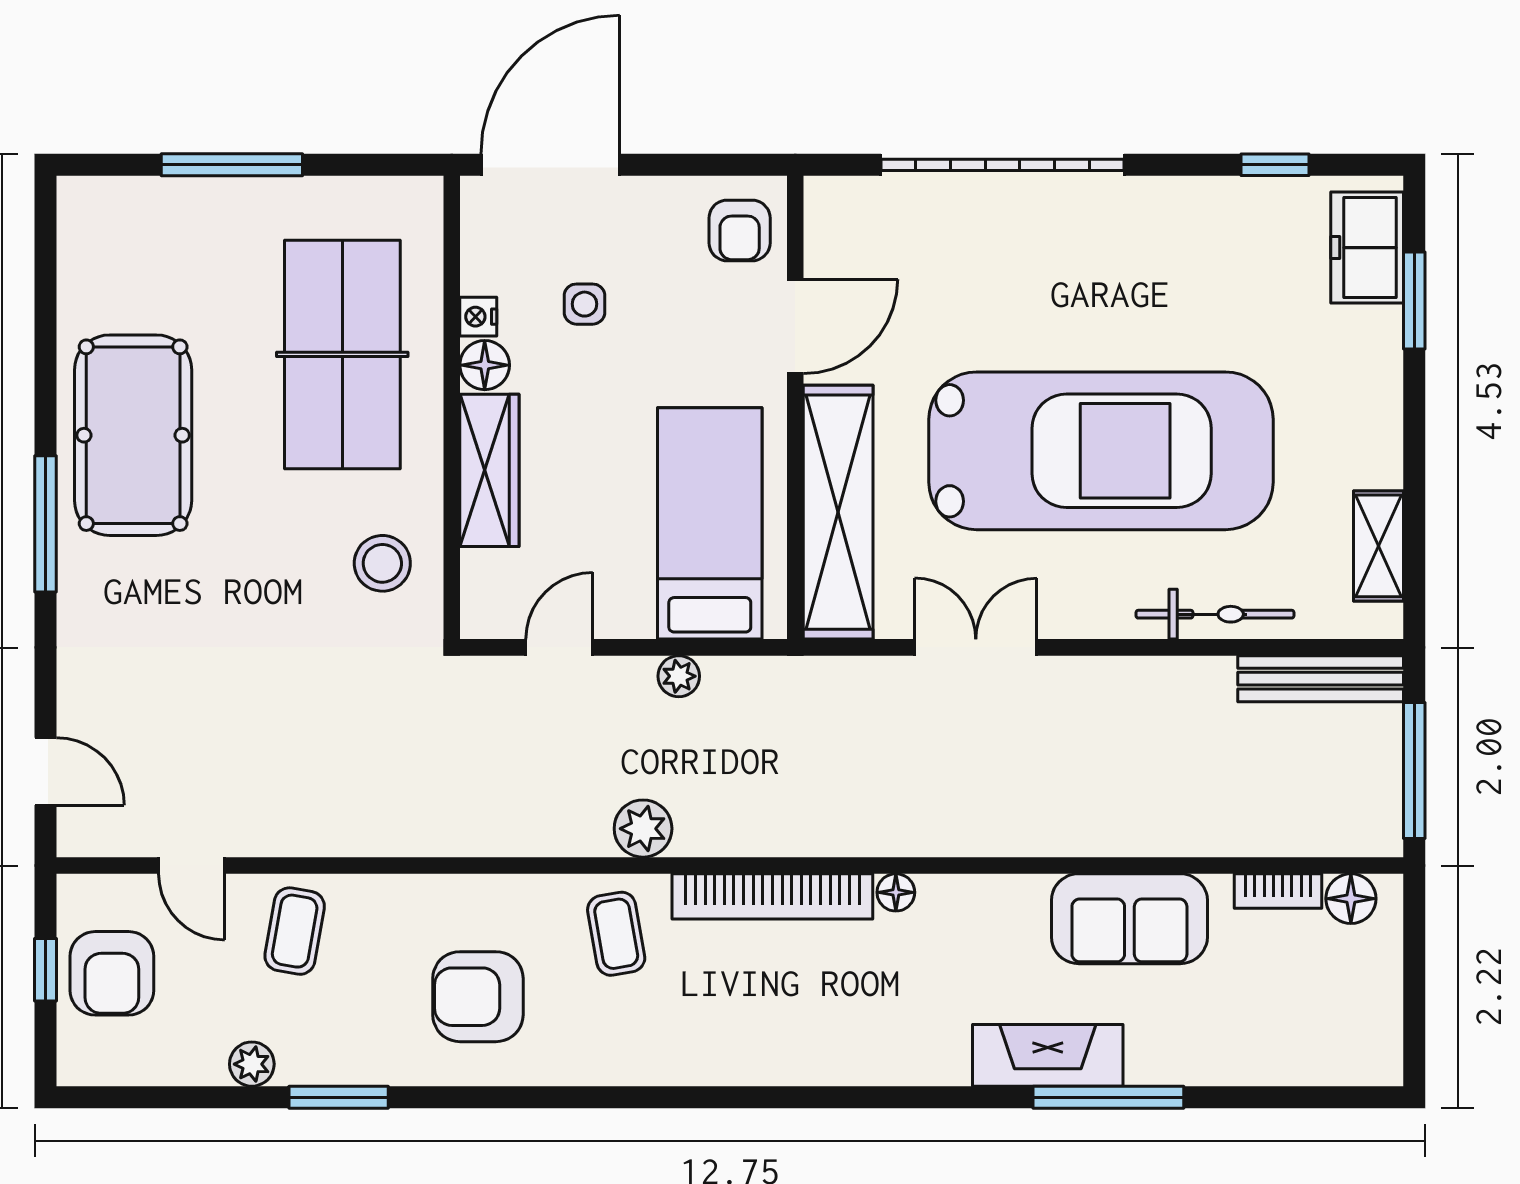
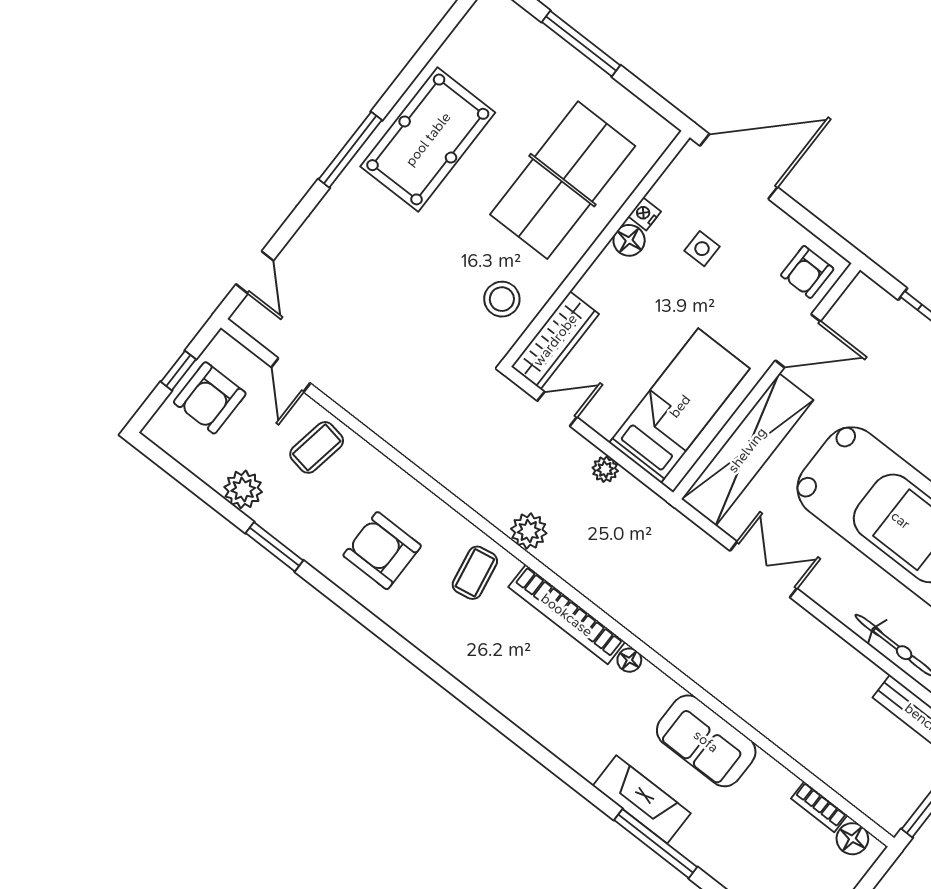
wardrobe: (489, 470) -> (555, 340), moved
sofa: (1129, 919) -> (706, 741), moved
plant: (252, 1064) -> (243, 489), width x1.38, depth x1.38

